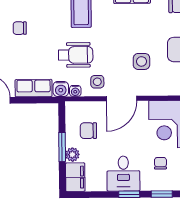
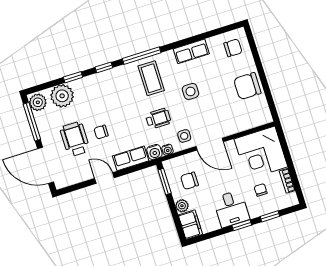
chair: (20, 28) -> (101, 132), moved
wheelchair: (76, 55) -> (158, 118), width x0.73, depth x0.73
side table: (141, 61) -> (190, 91), moved
door: (122, 98) -> (210, 144), hinge flipped
window: (62, 147) -> (165, 182), moved

